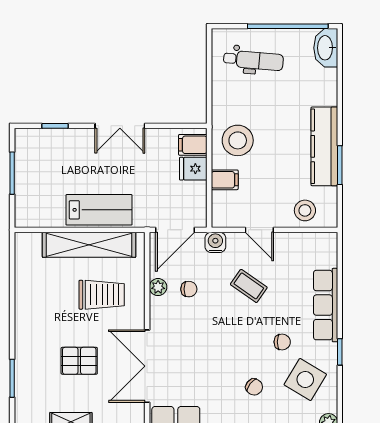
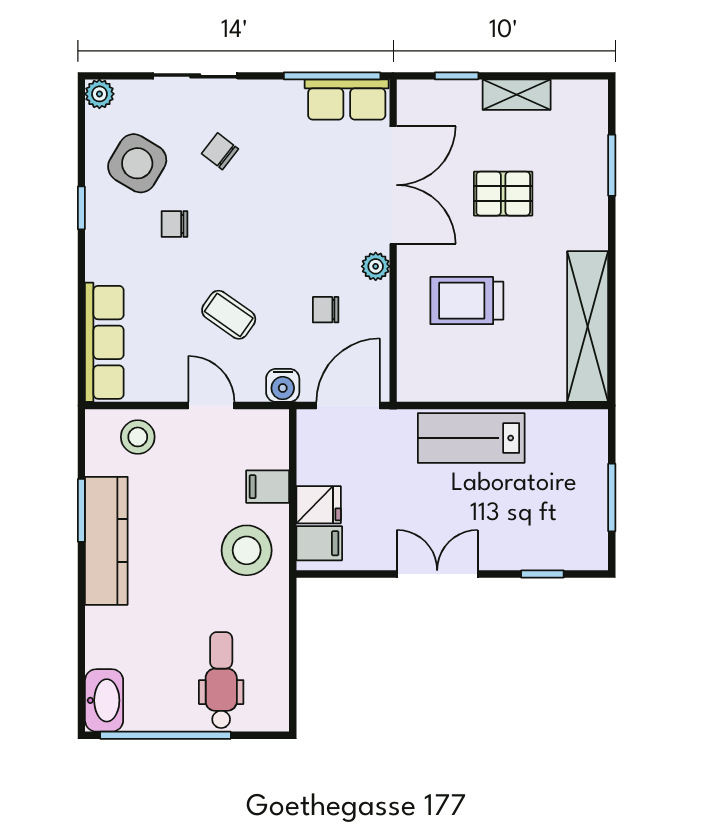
dental chair: (253, 60) -> (221, 680), turned 85
shelving: (89, 245) -> (588, 327), moved, turned 90
plant: (158, 287) -> (376, 266), moved
row of seats: (326, 305) -> (104, 342), moved

